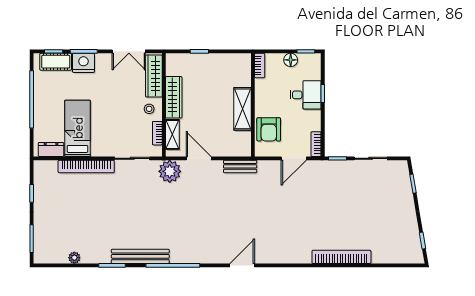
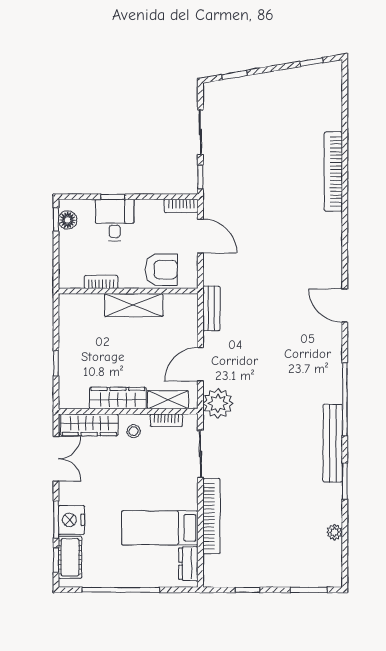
floor lamp: (291, 60) -> (68, 220), moved
bookcase: (260, 65) -> (101, 282), moved

